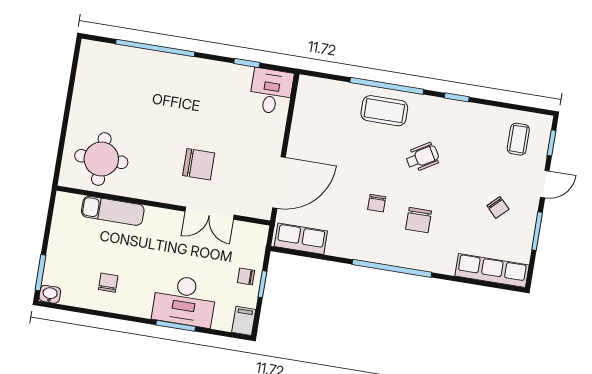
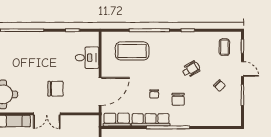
desk: (271, 91) -> (87, 58), moved, turned 90
coffee table: (384, 111) -> (132, 51), moved, width x1.36, depth x1.32
wheelchair: (422, 157) -> (191, 69), moved
door: (545, 184) -> (242, 69), hinge flipped
double door: (209, 213) -> (47, 114), moved
row of seats: (492, 270) -> (151, 120), moved

